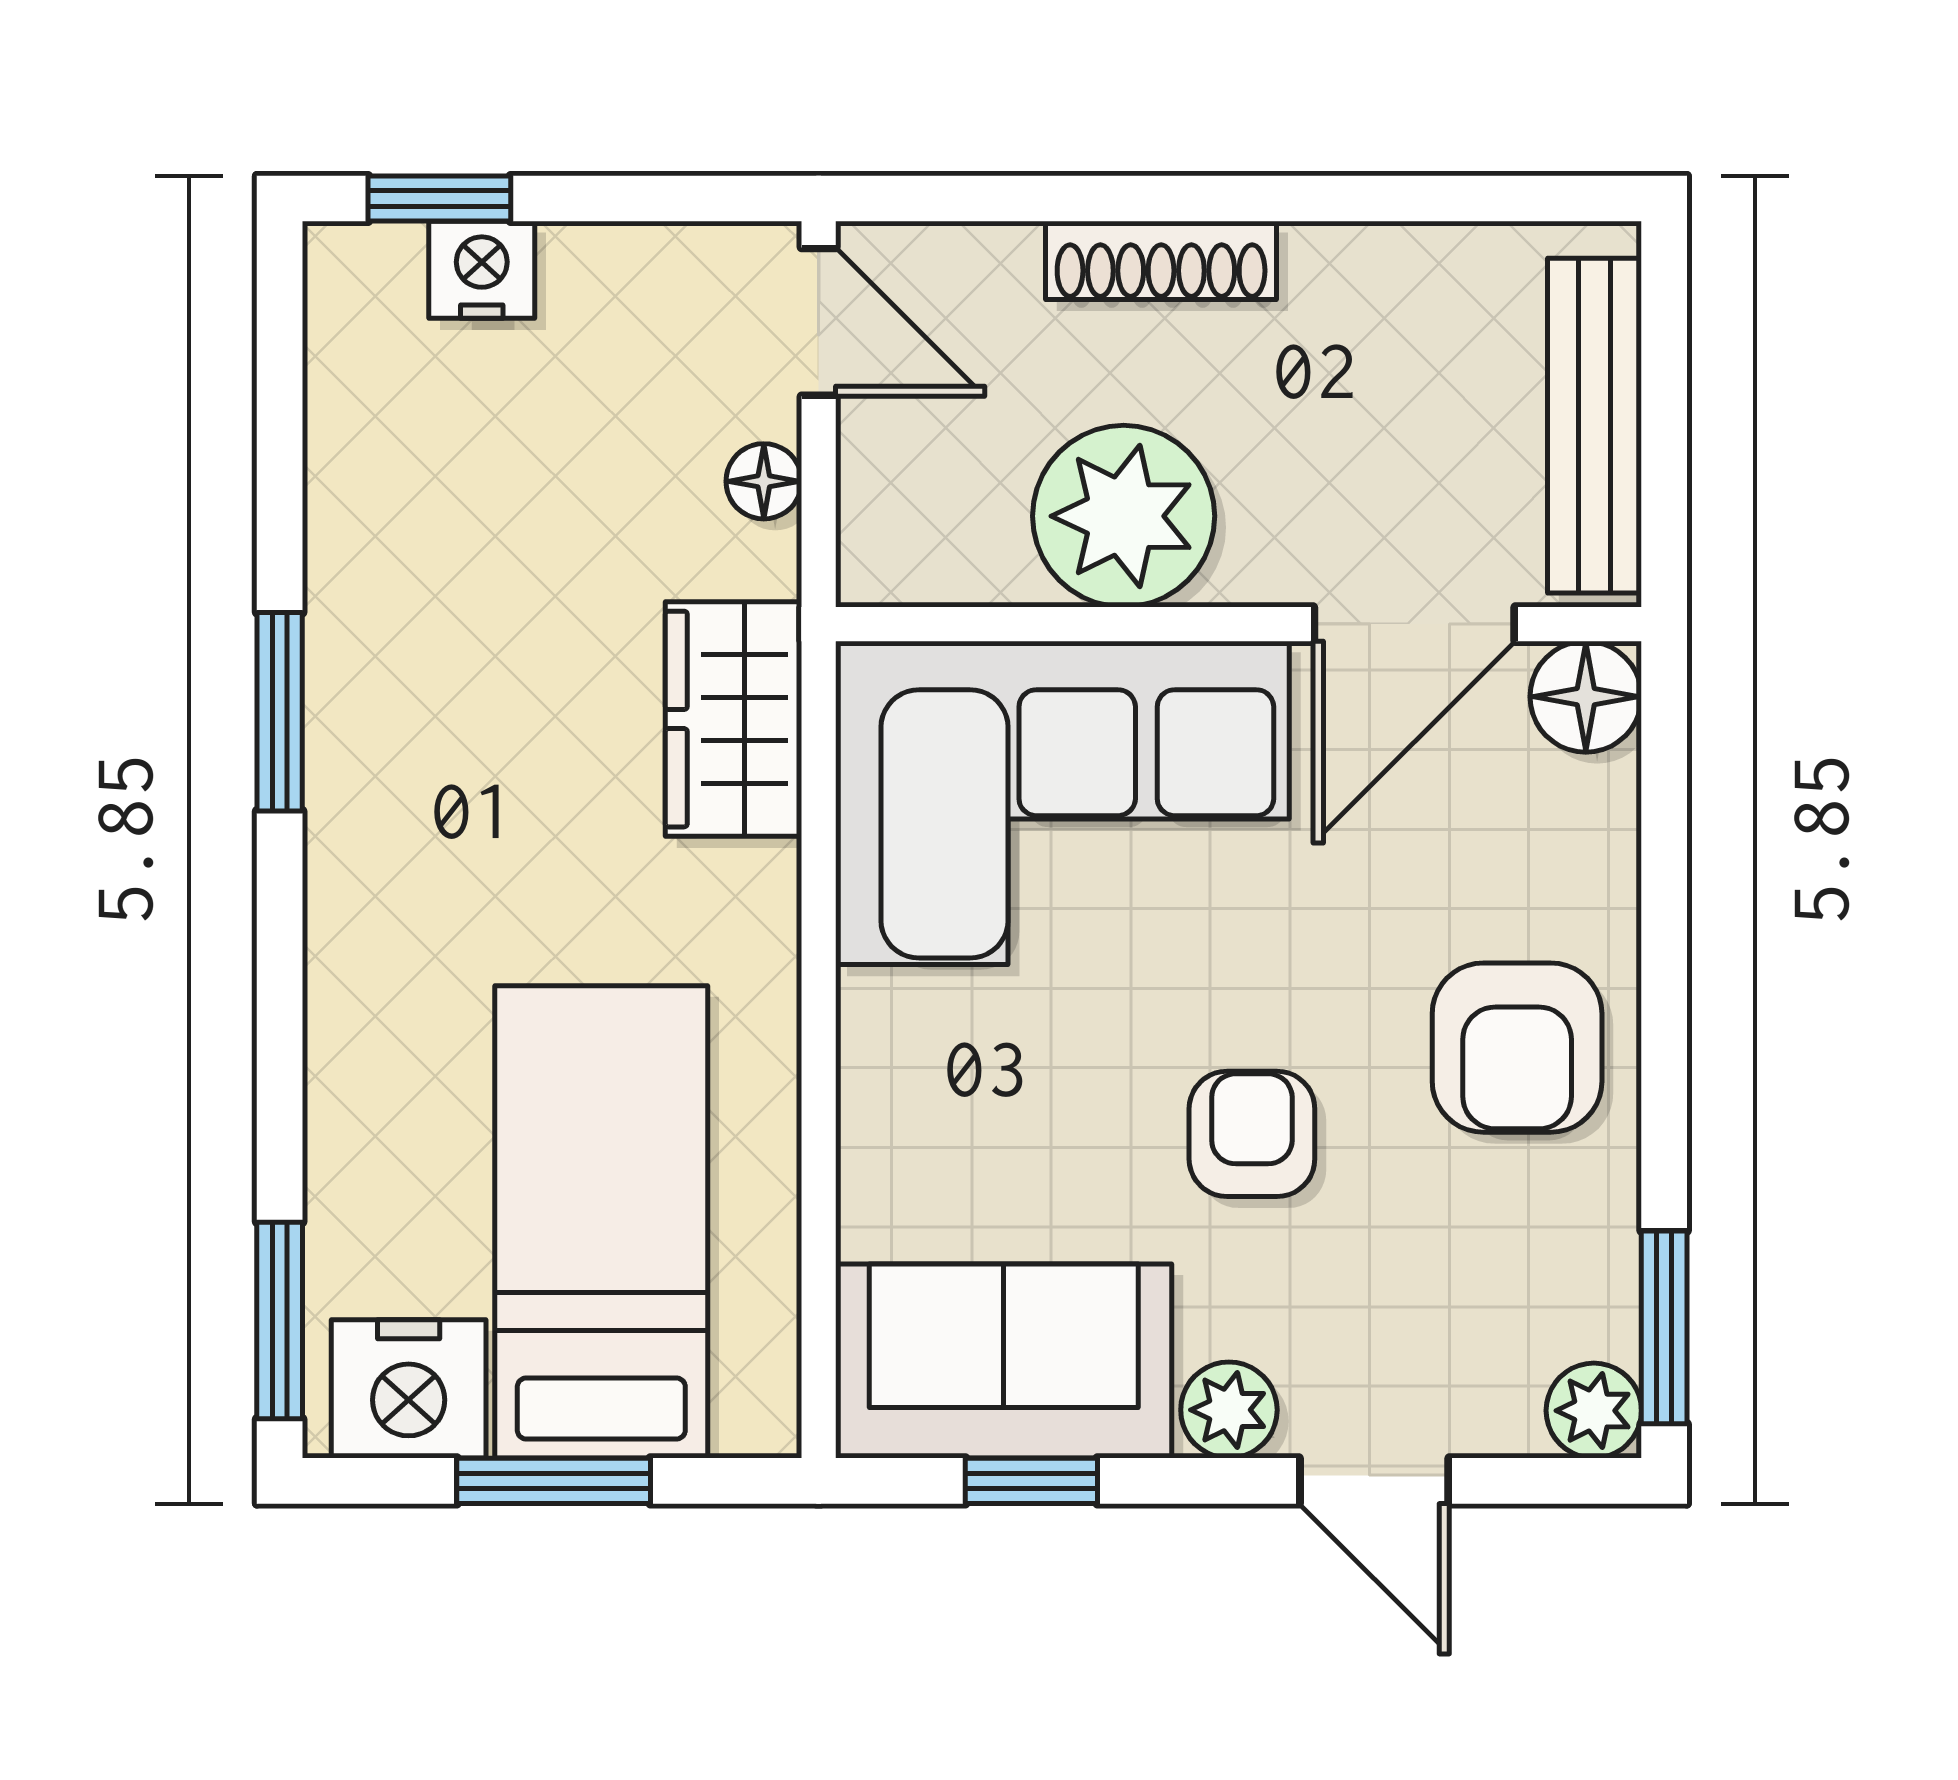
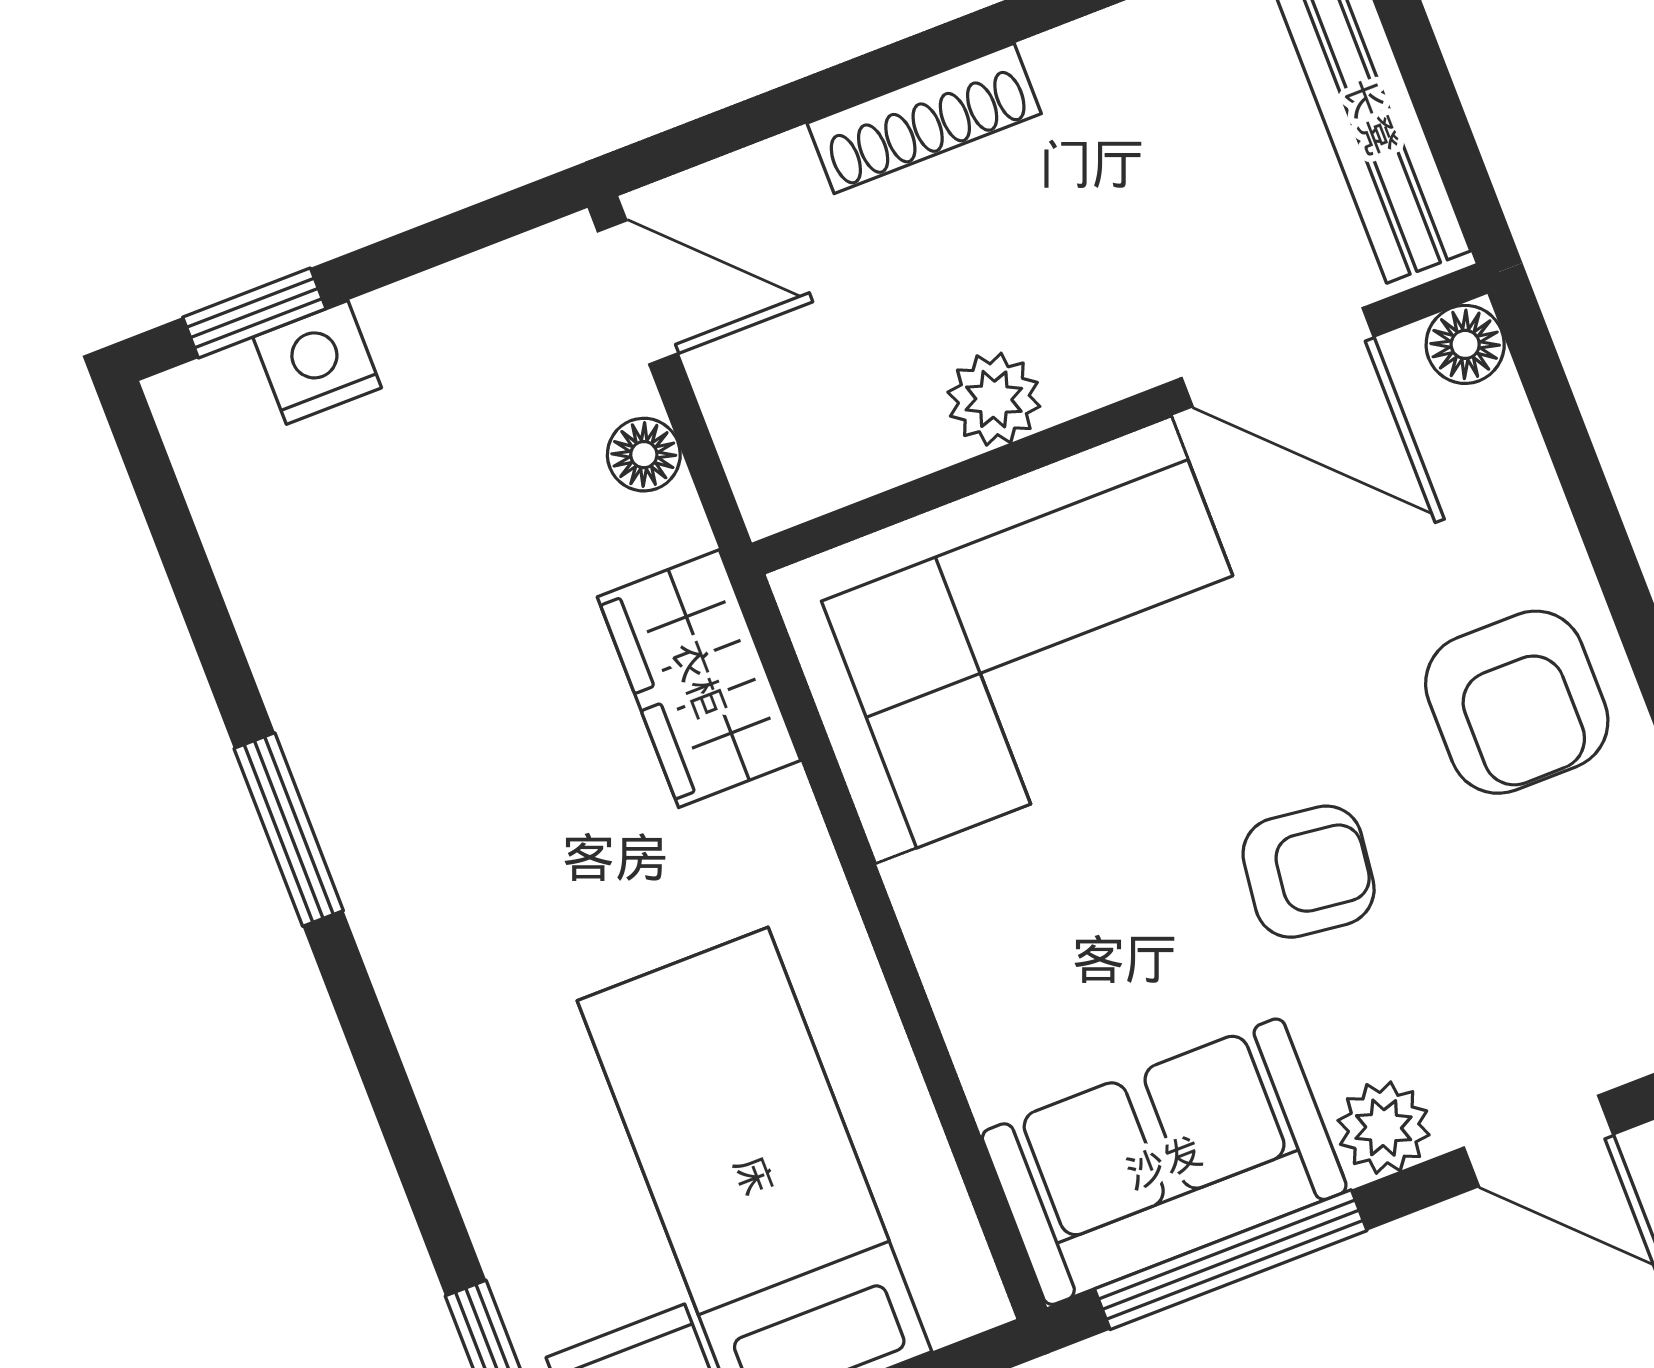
plant: (1124, 516) -> (994, 399), width x0.53, depth x0.53
door: (1414, 624) -> (1278, 357), hinge flipped
floor lamp: (1586, 697) -> (1465, 344), width x0.73, depth x0.73
armchair: (1252, 1134) -> (1309, 872), turned 97
window: (1031, 1481) -> (1231, 1260), width x2.17

